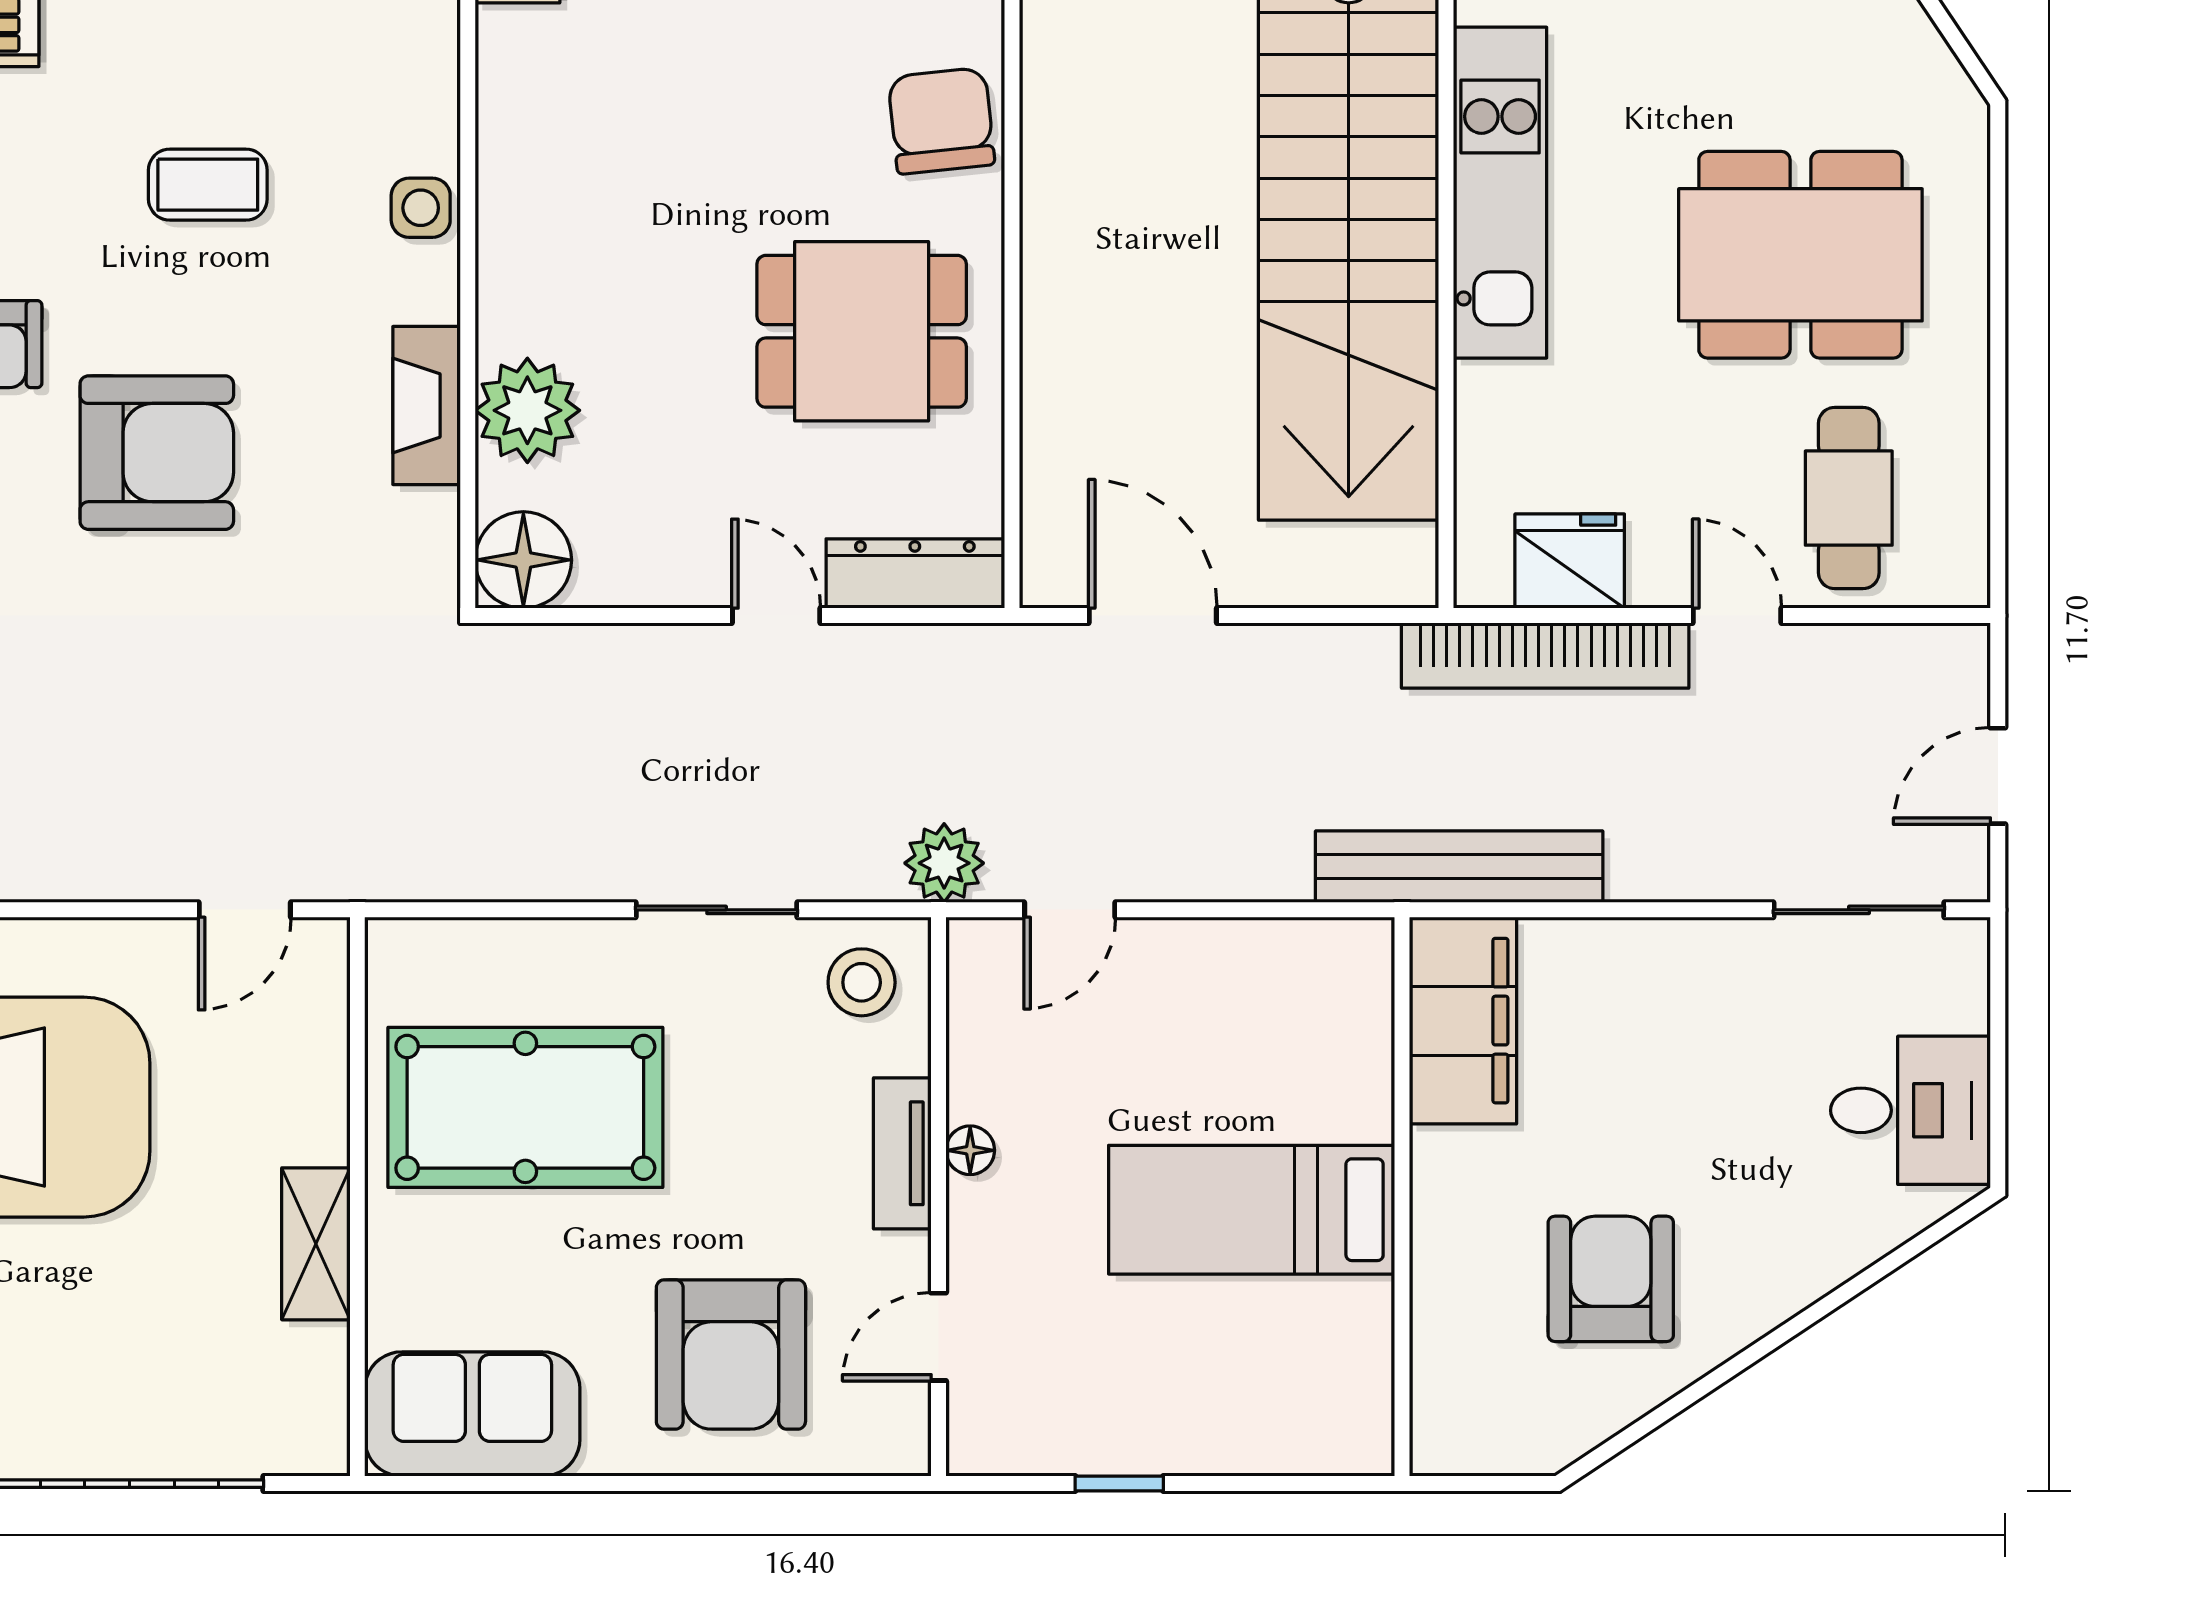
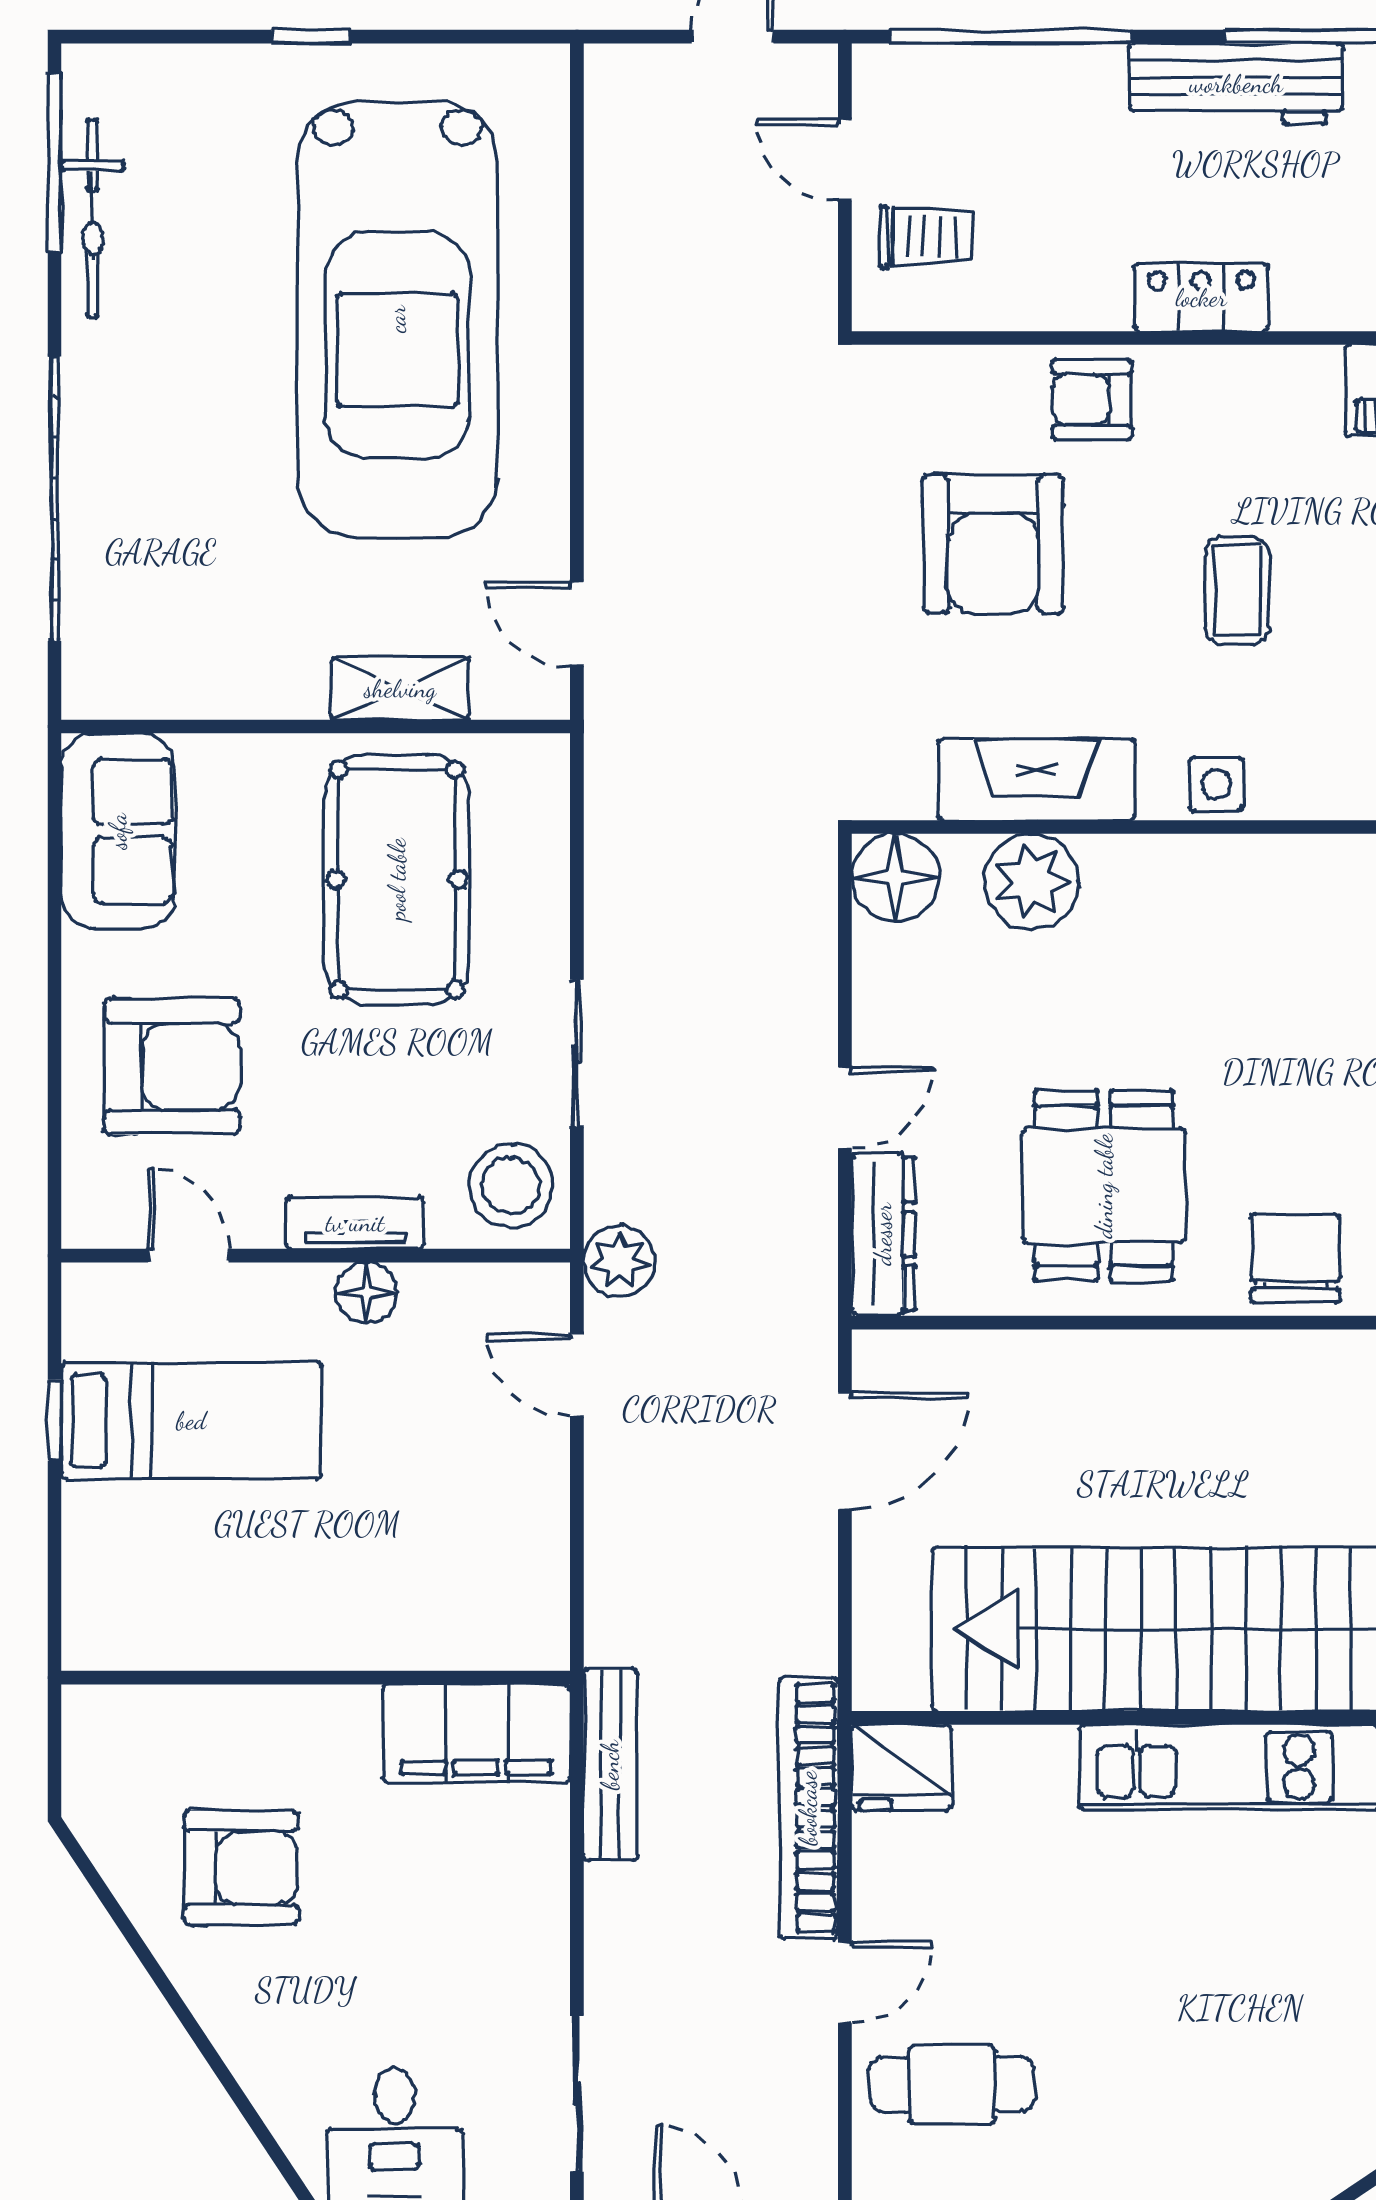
chair: (941, 121) -> (1295, 1258), turned -84
dining table: (1800, 255) -> (1173, 2041), removed
fireplace: (427, 405) -> (1036, 780), width x1.37, depth x1.32
fridge: (1570, 561) -> (901, 1767), moved, turned 90
bench: (1459, 867) -> (610, 1765), width x0.73, depth x0.82
stool: (862, 982) -> (511, 1186), width x1.38, depth x1.38
floor lamp: (970, 1150) -> (366, 1293), width x1.37, depth x1.37
bed: (1252, 1210) -> (191, 1421), moved, turned 90
shelving: (316, 1244) -> (400, 689), moved
armchair: (731, 1355) -> (172, 1067), turned 180

